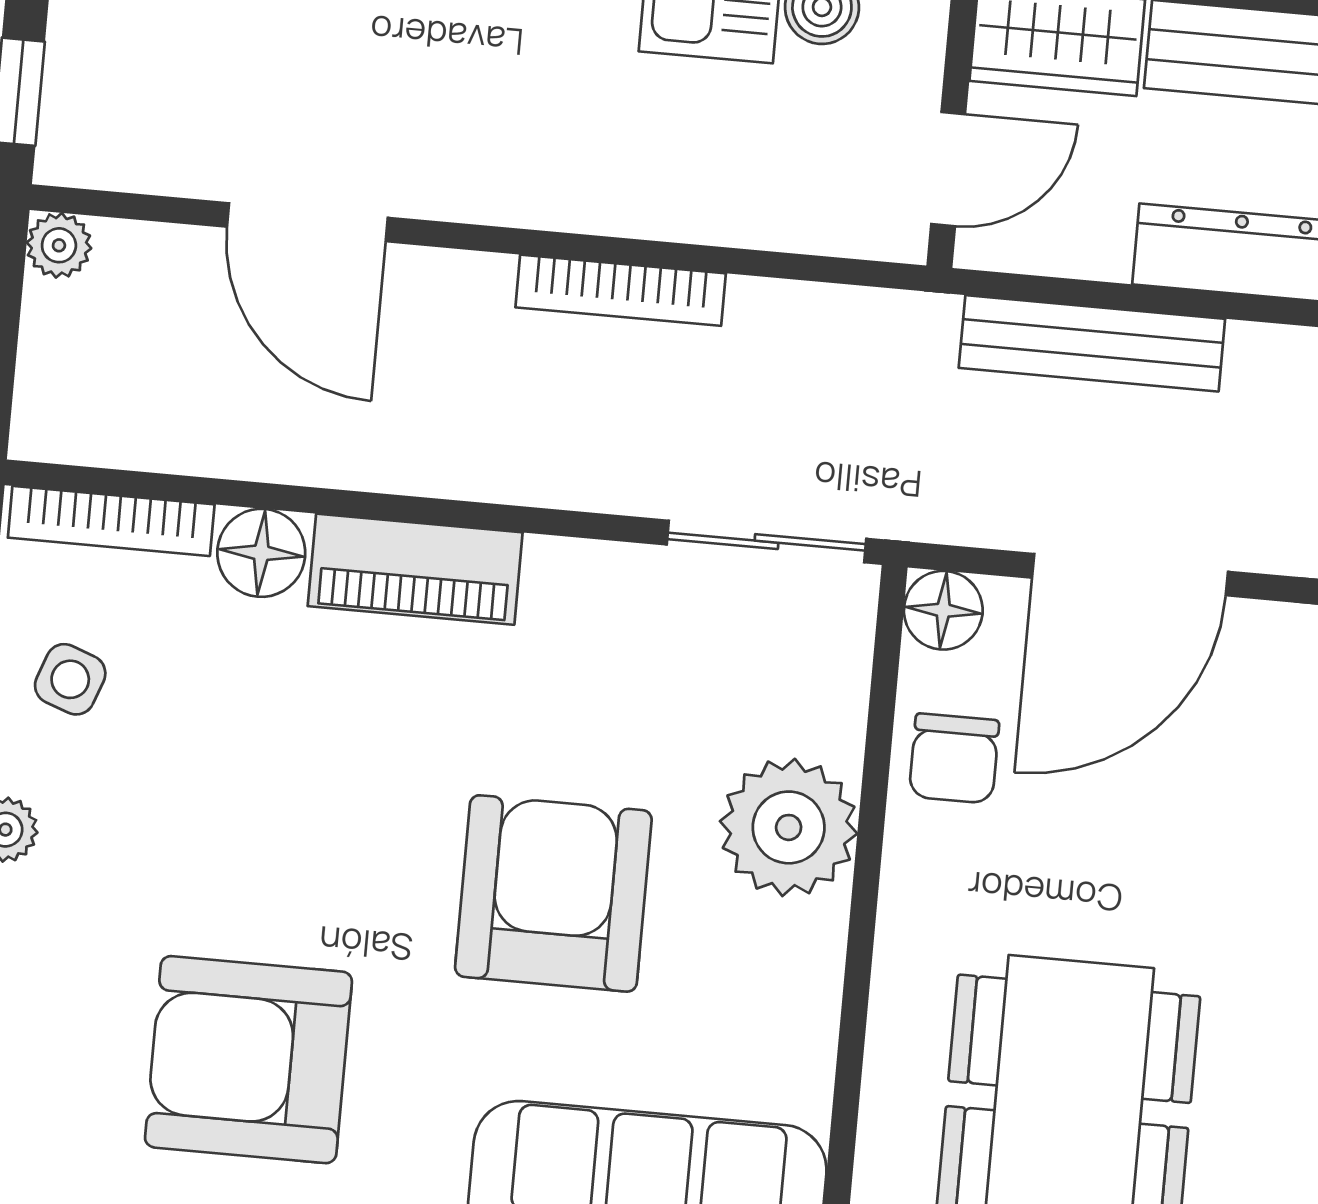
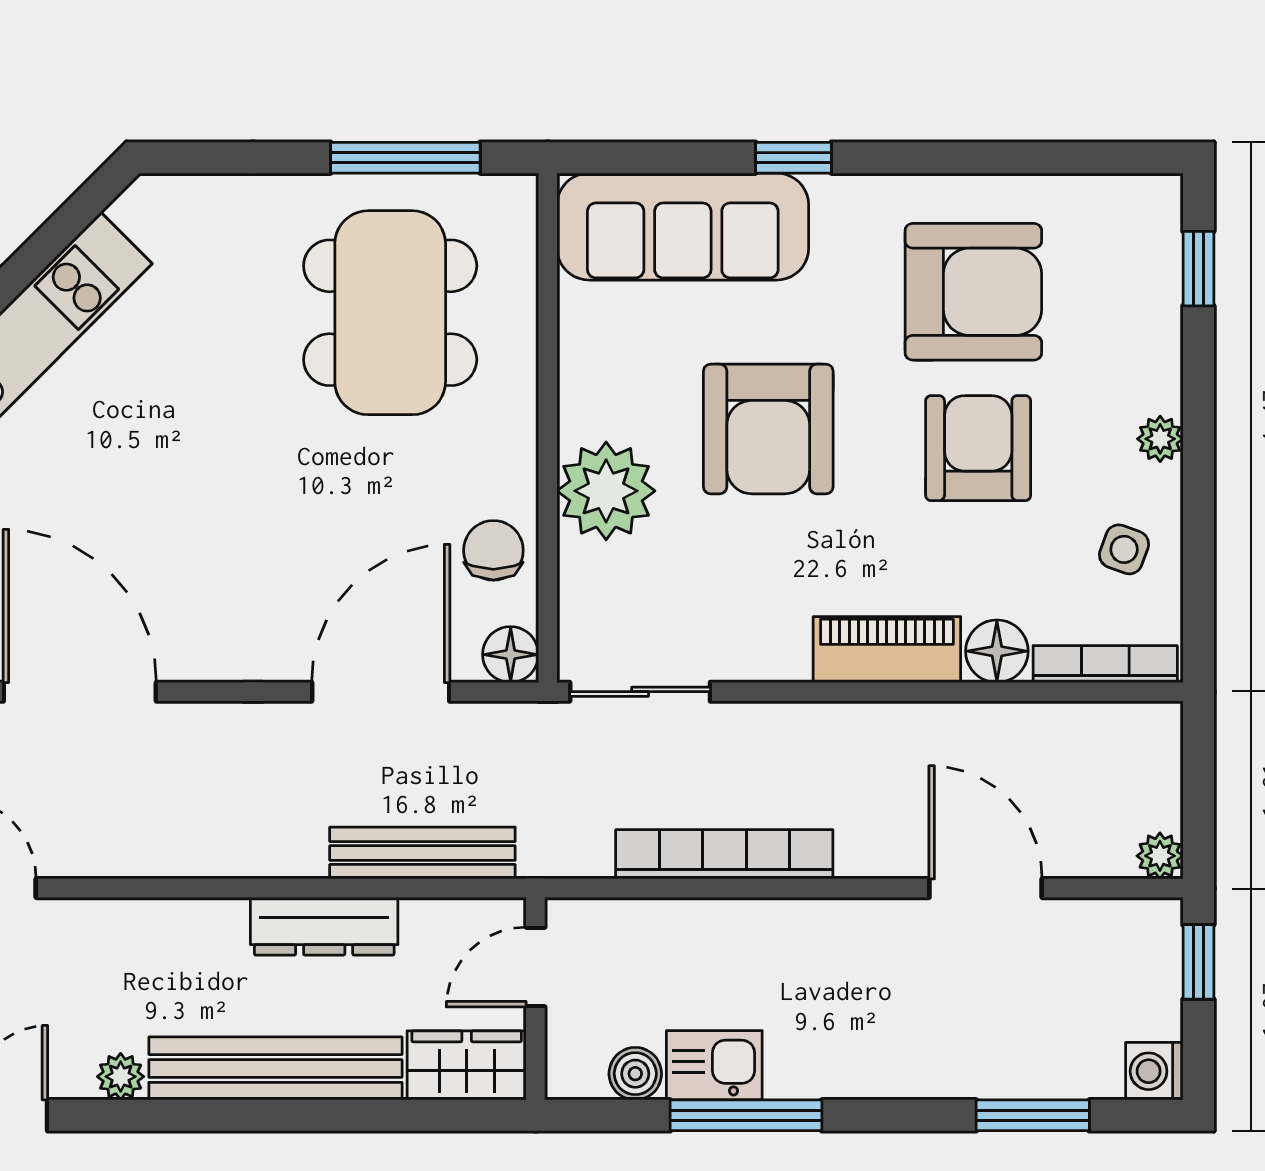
bookcase: (621, 290) -> (724, 854), width x1.48, depth x1.31
armchair: (262, 840) -> (978, 448), added

